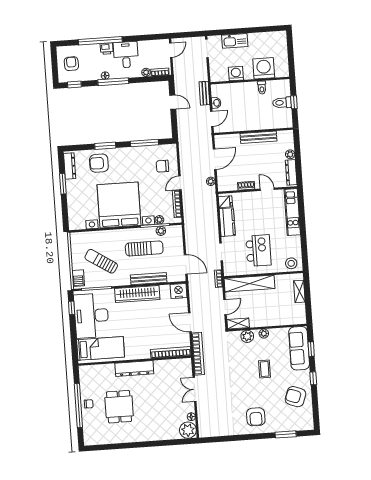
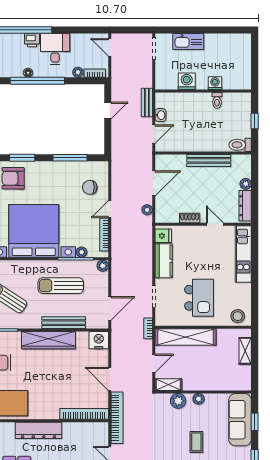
door: (171, 50) -> (110, 47), swing flipped
washing machine: (264, 68) -> (215, 83), width x0.53, depth x0.53
window: (113, 82) -> (37, 81), width x1.46
door: (173, 102) -> (108, 110), hinge flipped
toilet: (282, 103) -> (240, 145), moved
plant: (161, 231) -> (103, 266), moved
sun lounger: (144, 248) -> (61, 286), turned 180
door: (186, 264) -> (110, 308), hinge flipped

